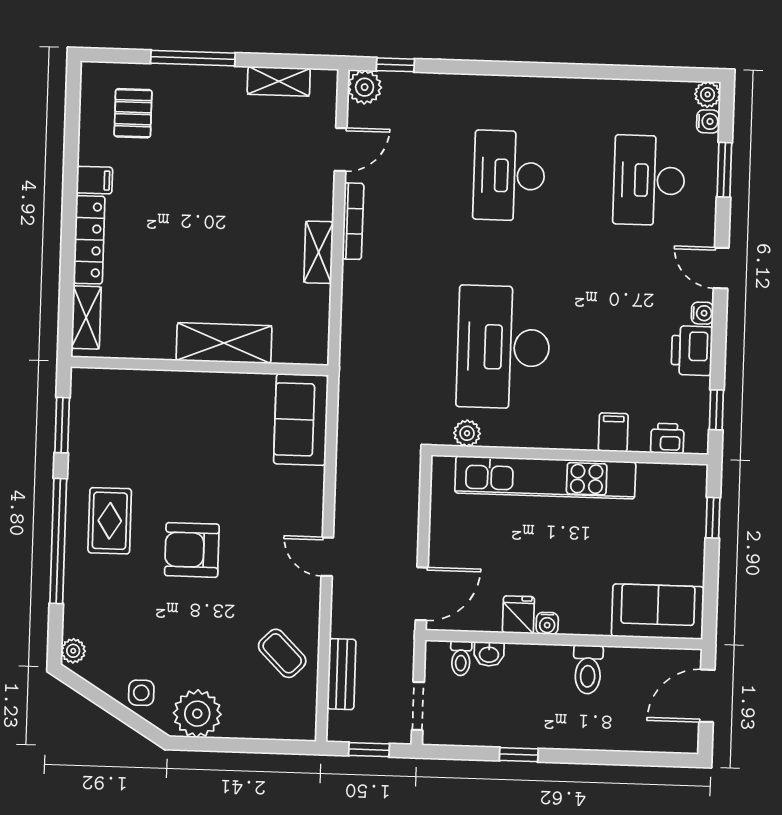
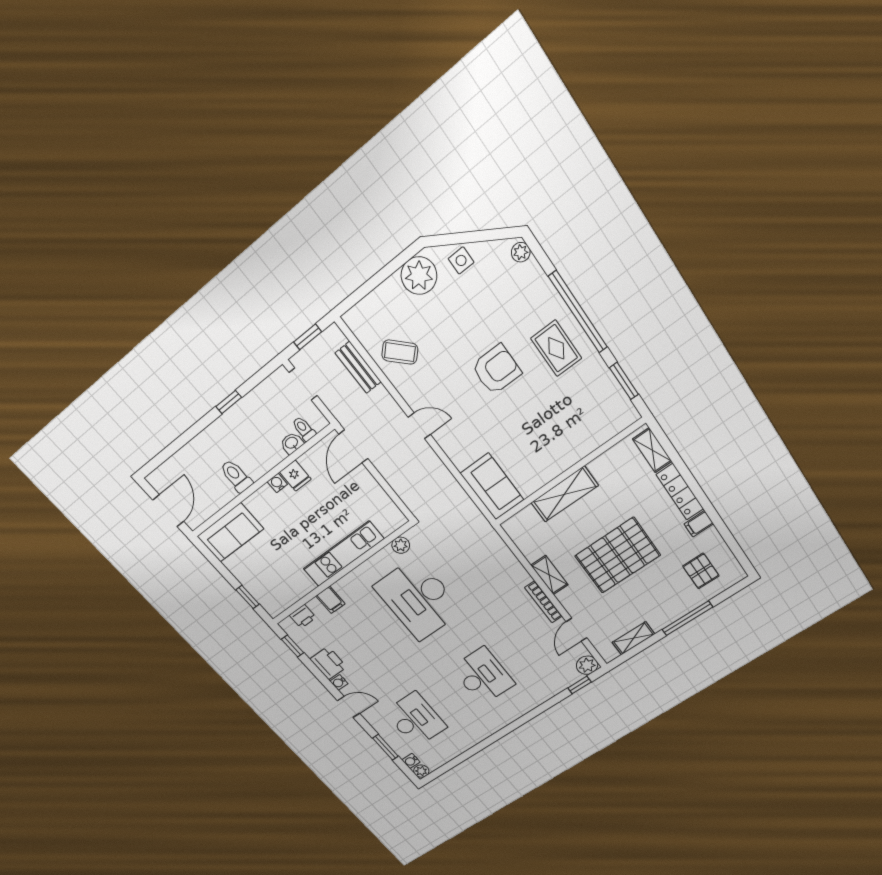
pallet: (218, 214) -> (618, 556), added
desk: (503, 347) -> (418, 599), turned 180
kitchen unit: (545, 477) -> (343, 554), width x0.73

